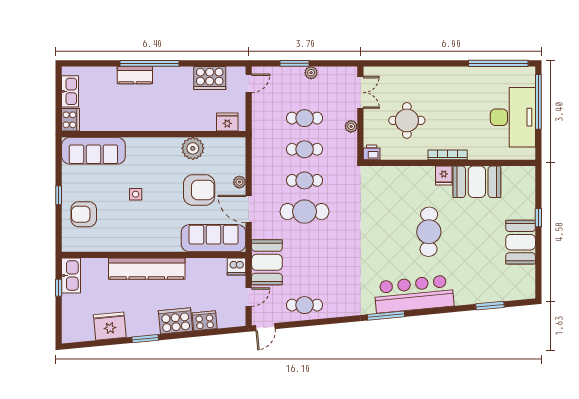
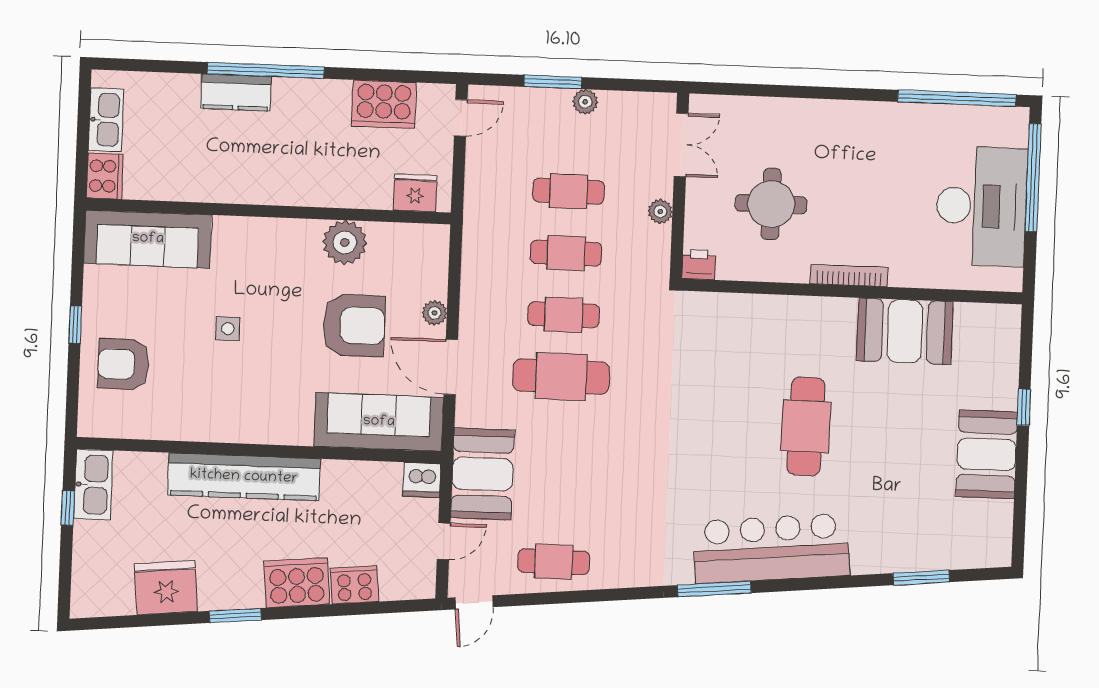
fridge: (444, 175) -> (840, 316), removed

